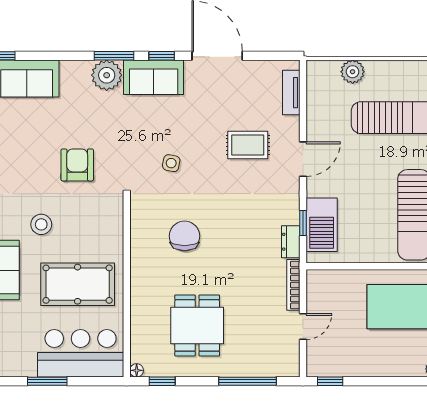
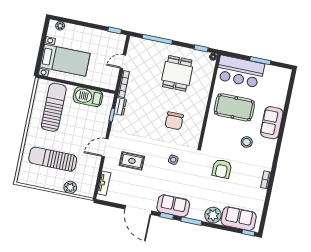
plant: (107, 75) -> (213, 215), moved
barbecue: (322, 225) -> (88, 97), moved, turned -90

